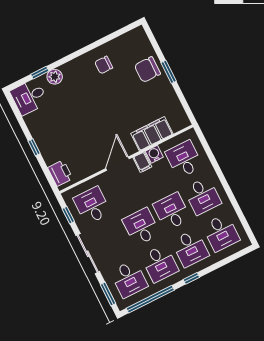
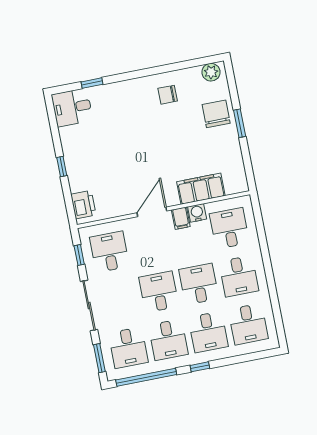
chair: (147, 70) -> (216, 114), turned 90
plant: (55, 77) -> (211, 72), moved

